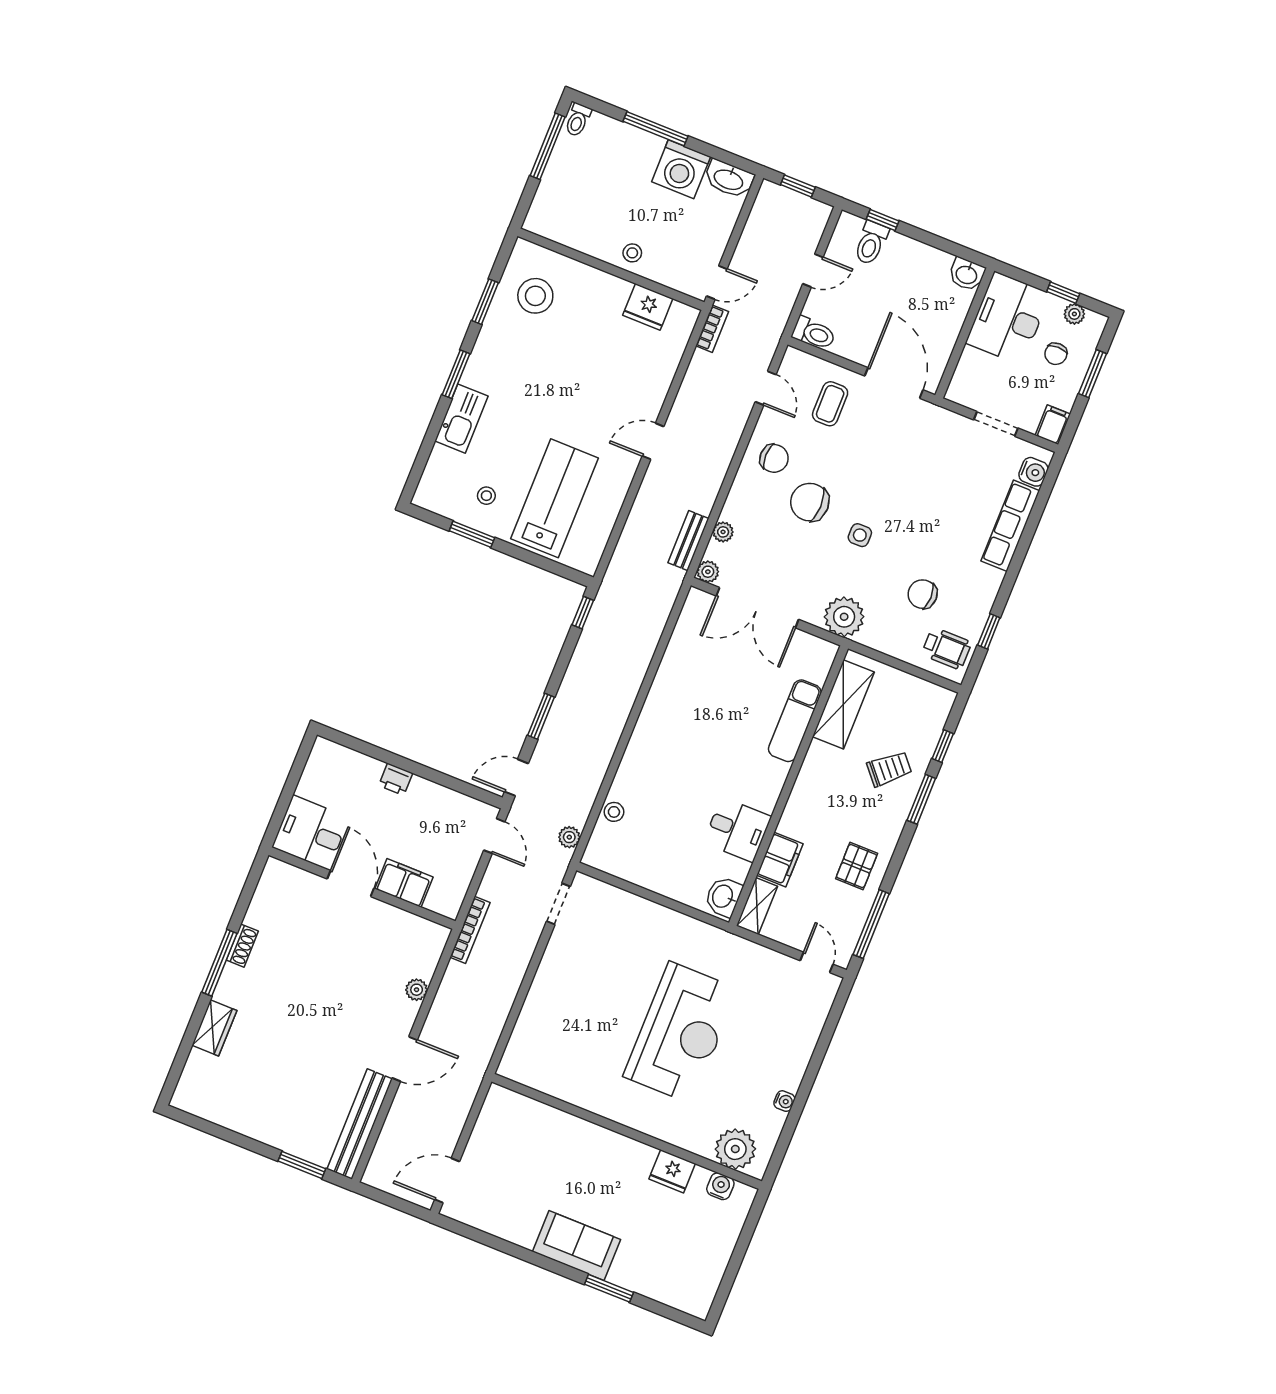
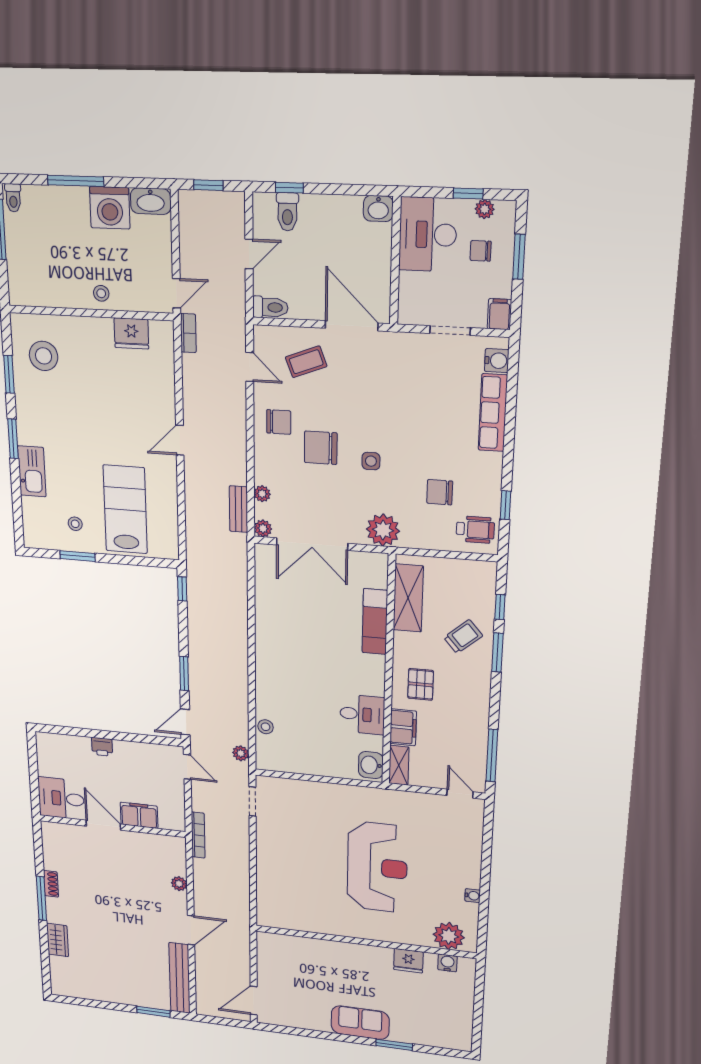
chair: (1056, 354) -> (481, 251), turned 90
coffee table: (830, 404) -> (306, 362), turned 69
pallet: (857, 866) -> (421, 684), moved

